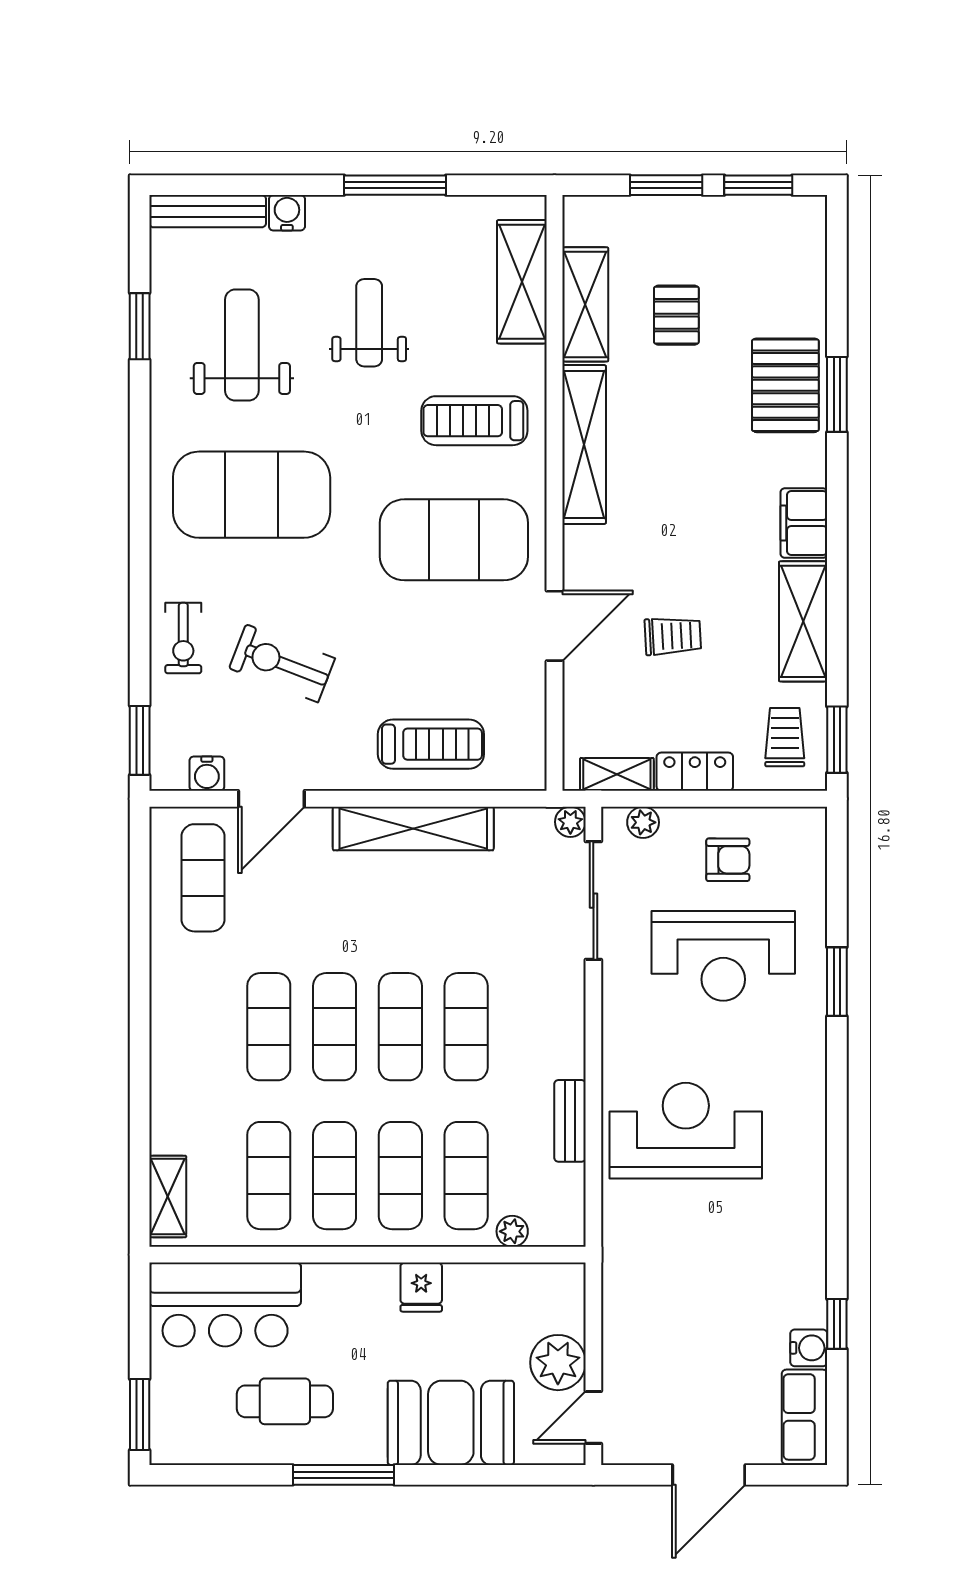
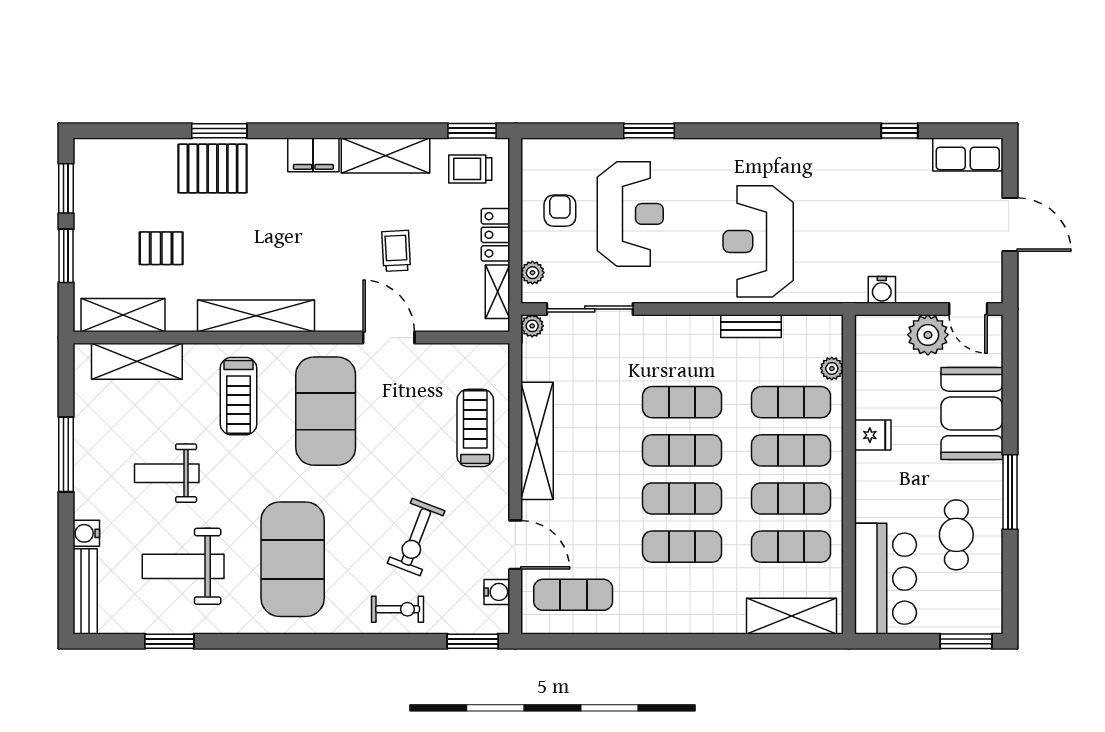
shelving: (585, 304) -> (123, 315), moved
shelving: (168, 1197) -> (791, 616), width x1.50, depth x1.33
water cooler: (809, 1348) -> (882, 290), moved, turned 180

